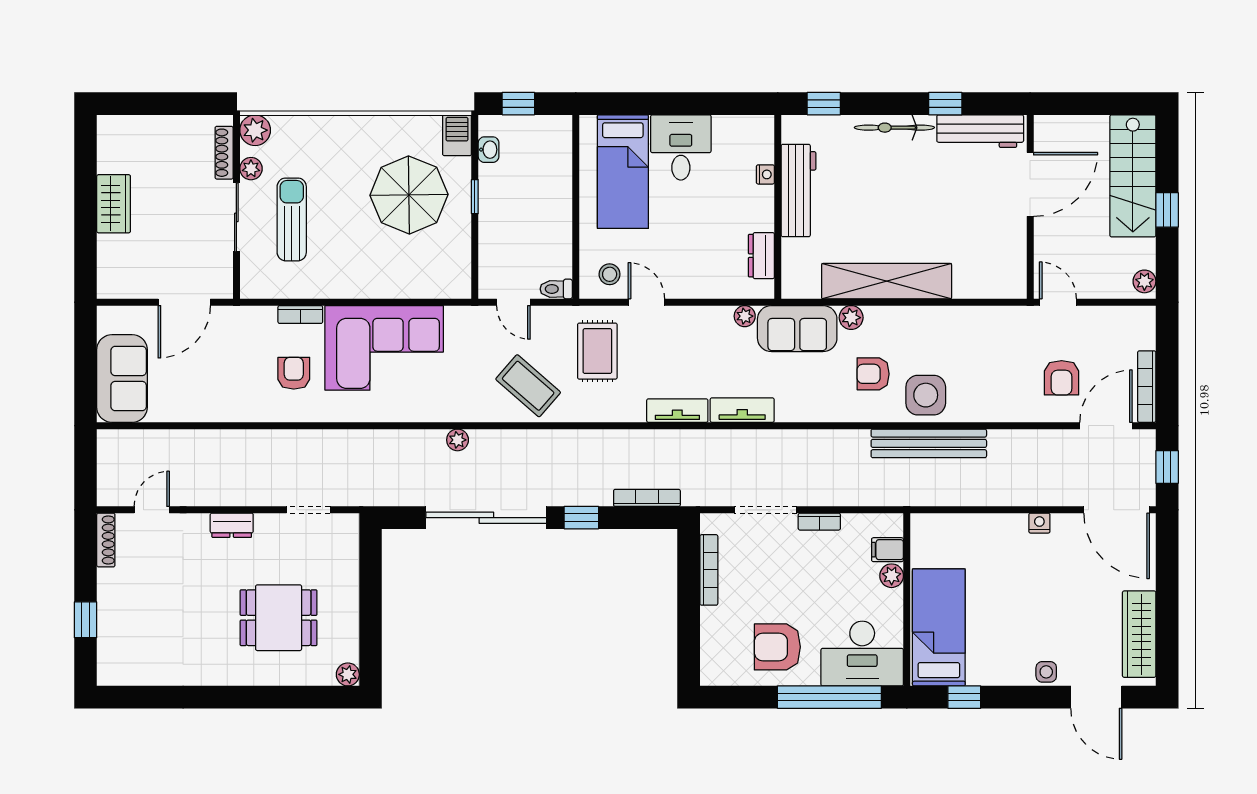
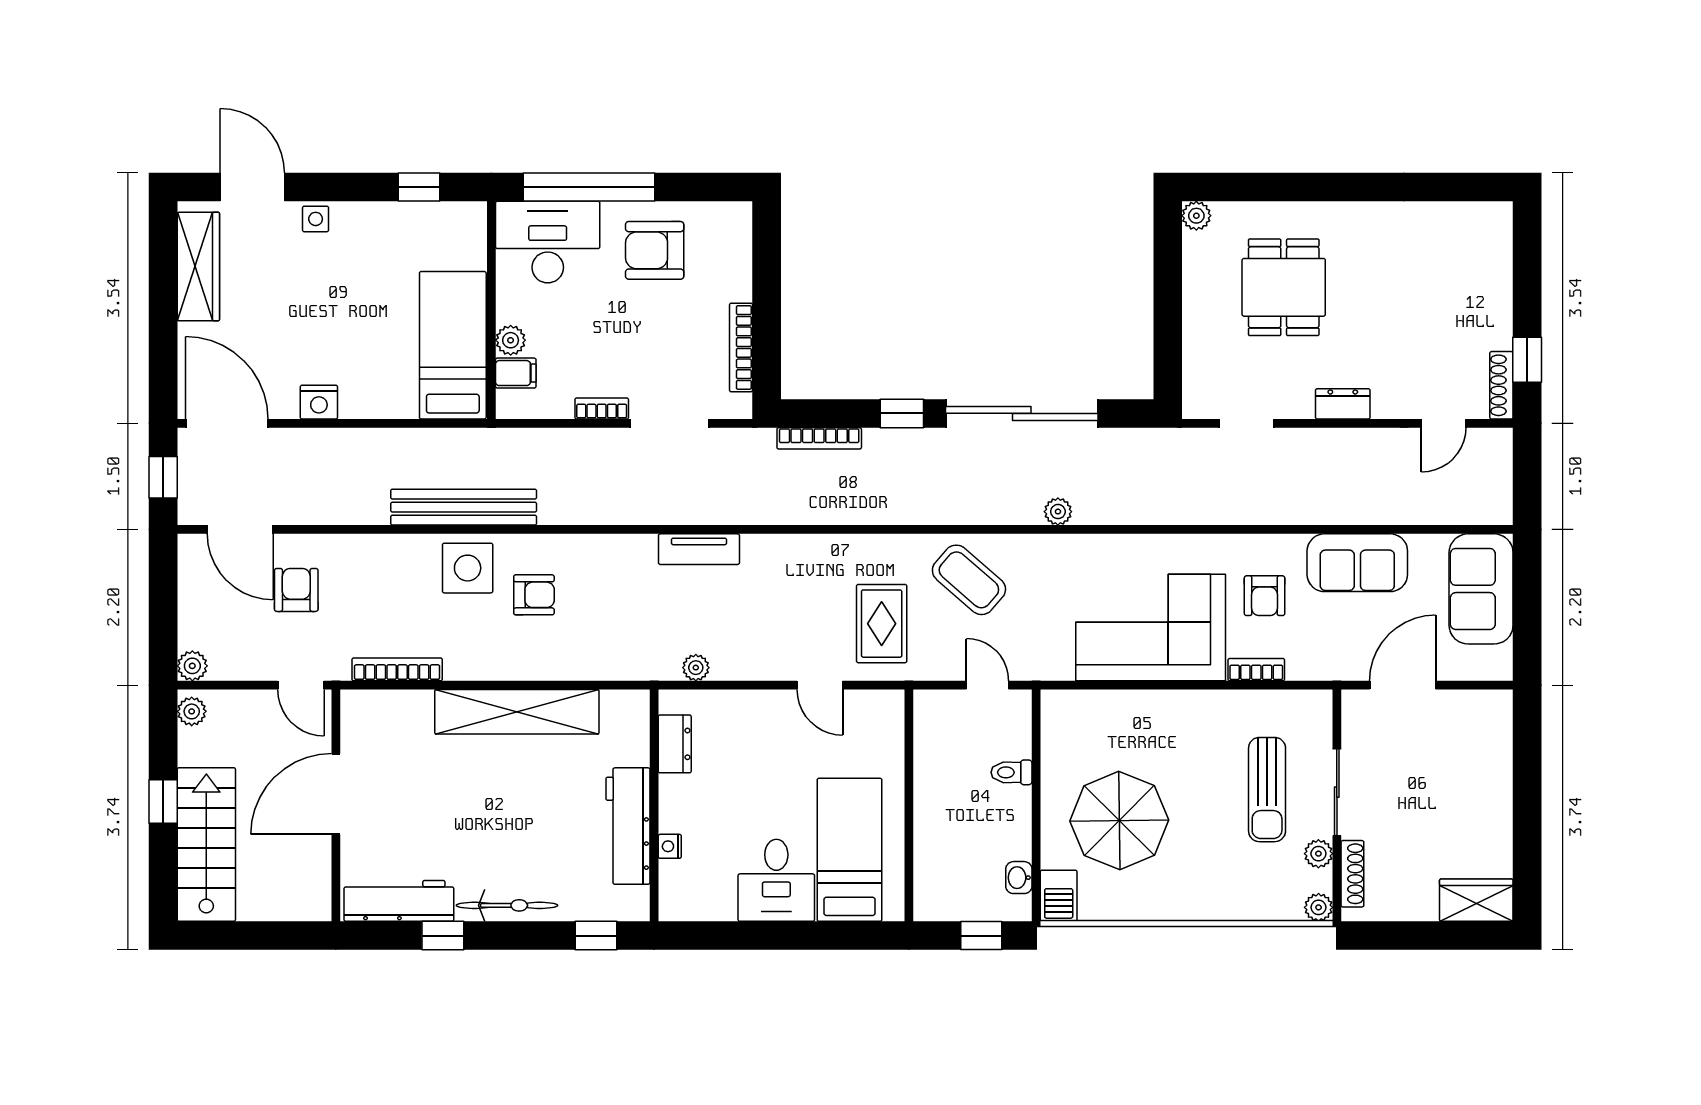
plant: (255, 130) -> (1319, 907), width x0.73, depth x0.73
door: (1030, 184) -> (336, 794), moved
window: (475, 197) -> (1036, 818), removed
wardrobe: (114, 204) -> (1476, 900), moved, turned 90
stool: (610, 274) -> (866, 720), removed
toilet: (556, 289) -> (1012, 772), moved, turned 180
plant: (851, 318) -> (192, 666), moved
sofa: (797, 329) -> (1357, 563), moved, turned 180
bookcase: (1147, 387) -> (397, 669), moved, turned -90
tv unit: (677, 411) -> (781, 548), removed
door: (1106, 426) -> (240, 529), hinge flipped
nightstand: (1039, 523) -> (319, 402), width x1.39, depth x1.35
dining table: (279, 618) -> (1284, 287), turned 90
window: (86, 620) -> (1527, 360), moved
bed: (939, 627) -> (453, 345), moved, turned 180
armchair: (777, 647) -> (655, 250), turned 180

